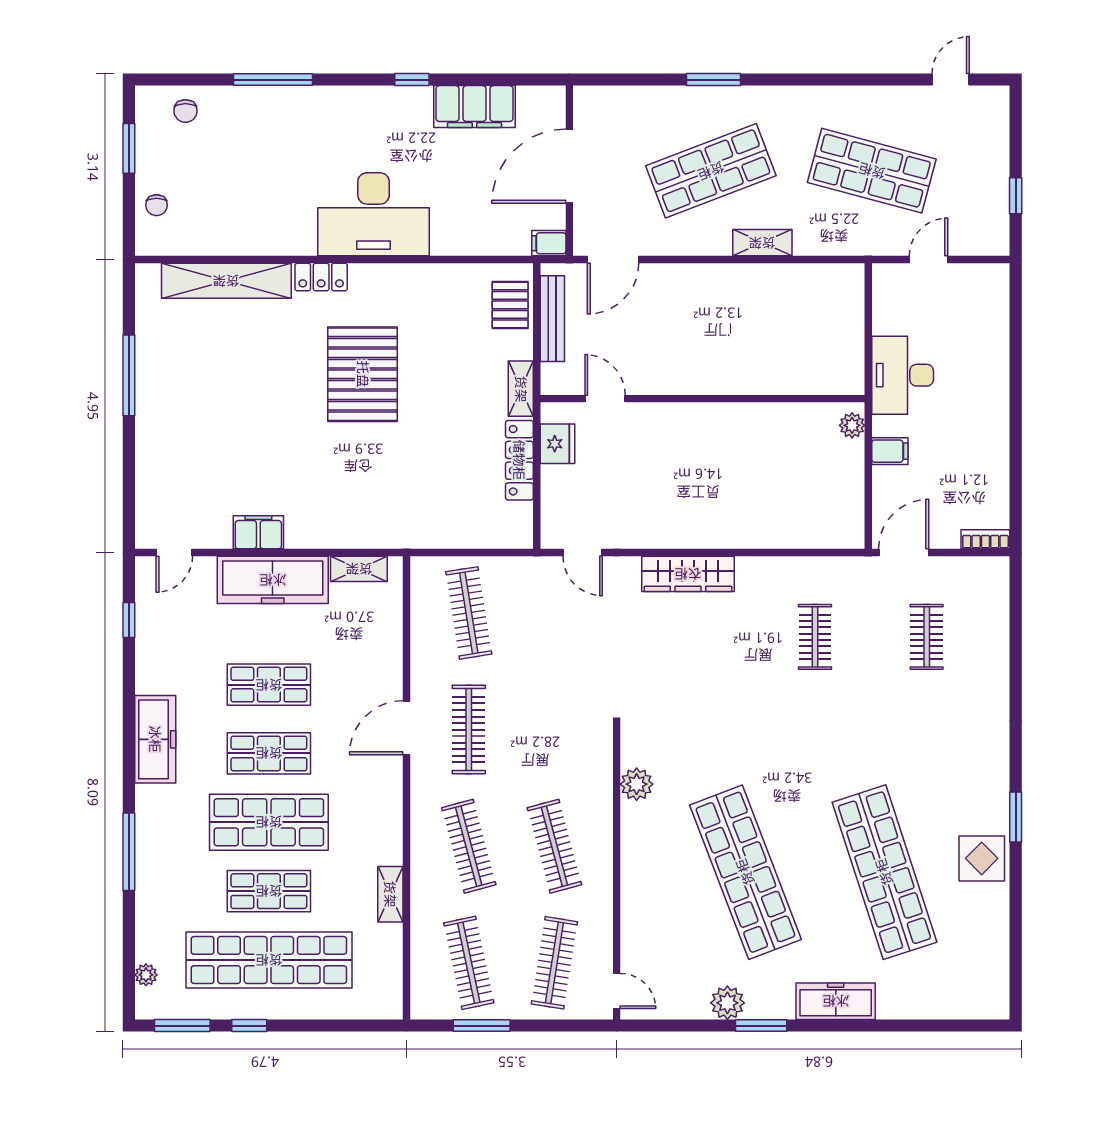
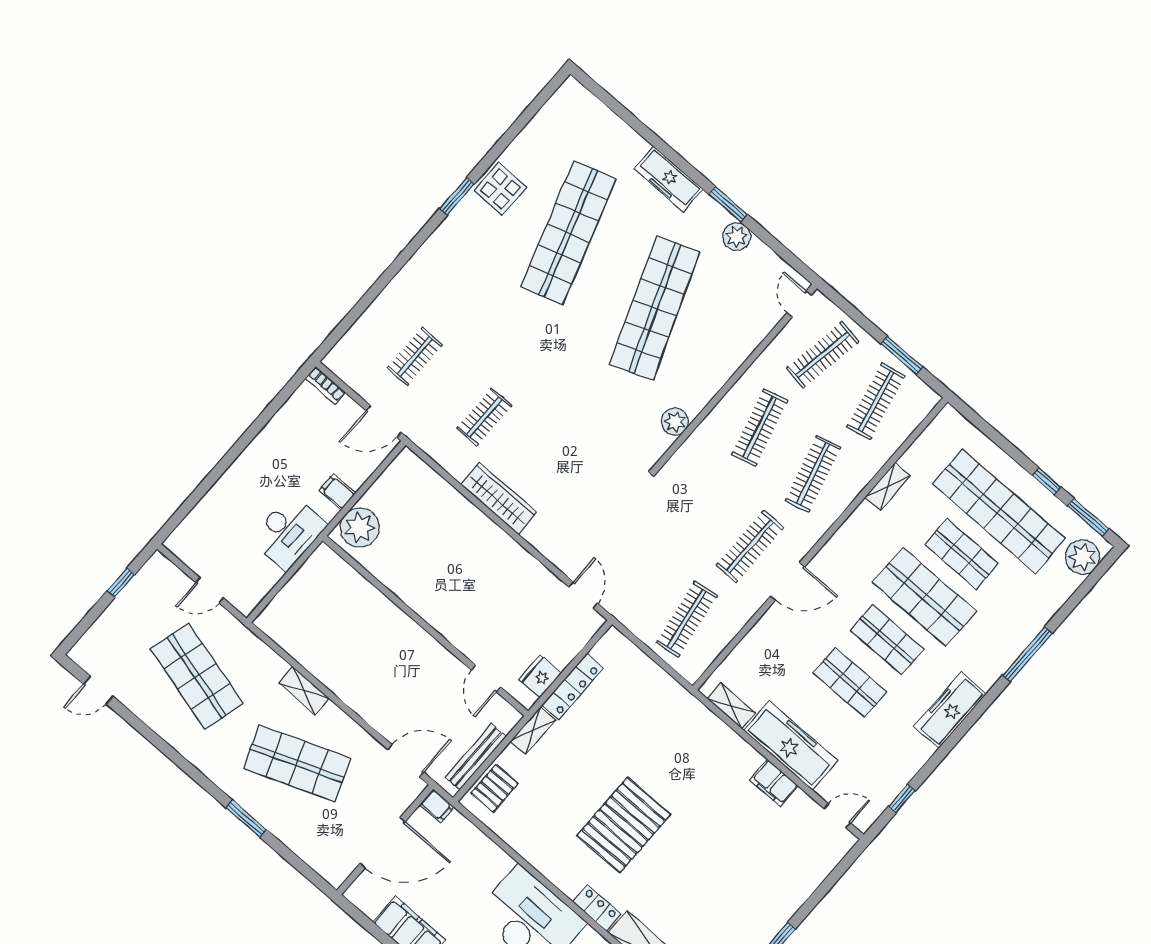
plant: (852, 425) -> (360, 528), width x1.88, depth x1.88
wardrobe: (688, 574) -> (499, 498), moved
plant: (146, 975) -> (1083, 557), width x1.88, depth x1.88

